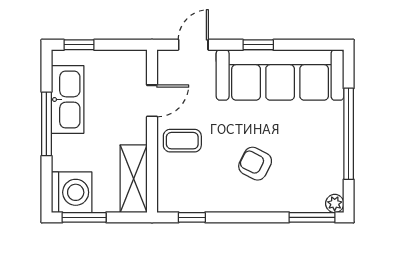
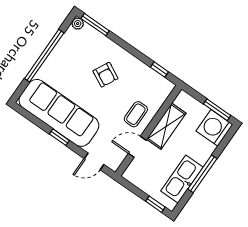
coffee table: (182, 141) -> (136, 114), turned 90
shelving: (134, 179) -> (166, 126), moved

